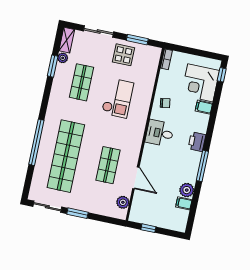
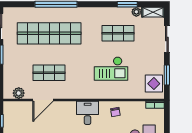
display table: (123, 55) -> (154, 84), moved

